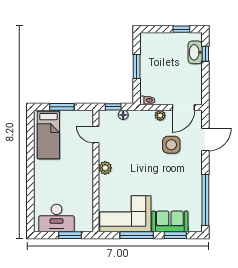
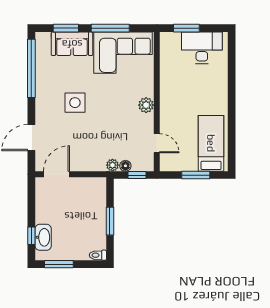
window: (181, 29) -> (59, 264), width x1.50
toilet: (147, 100) -> (98, 255), moved
plant: (160, 115) -> (112, 165), moved
side table: (171, 145) -> (75, 103), moved

